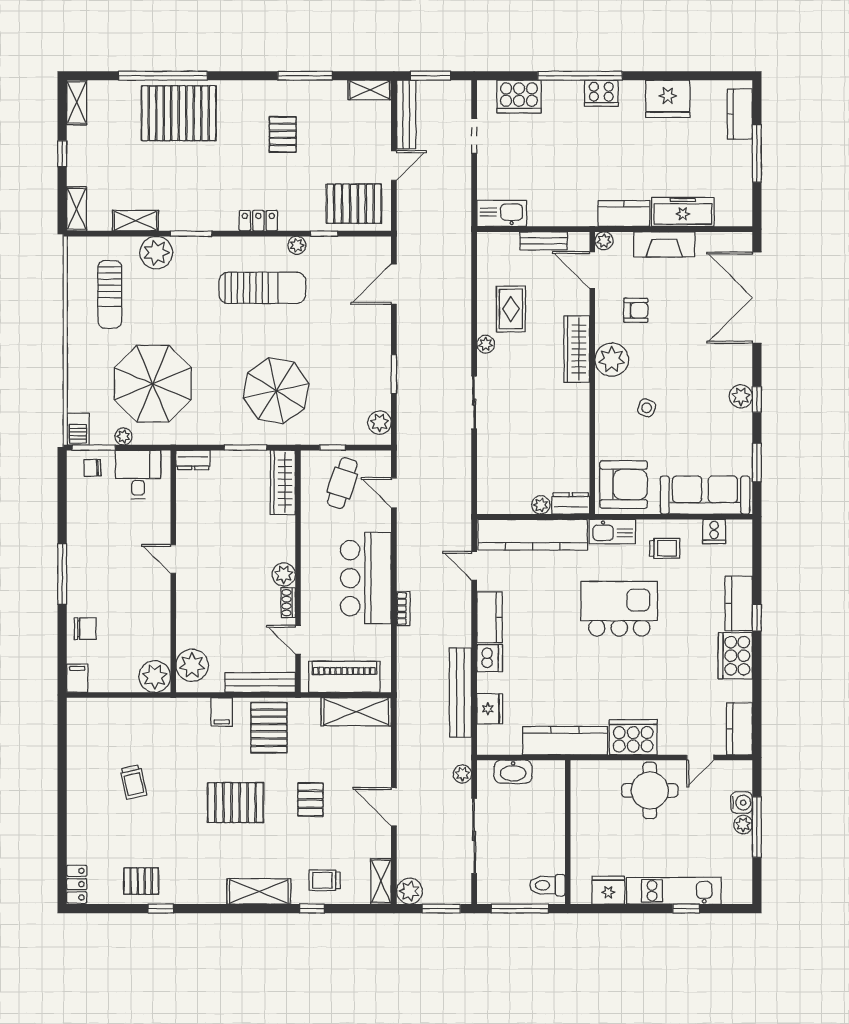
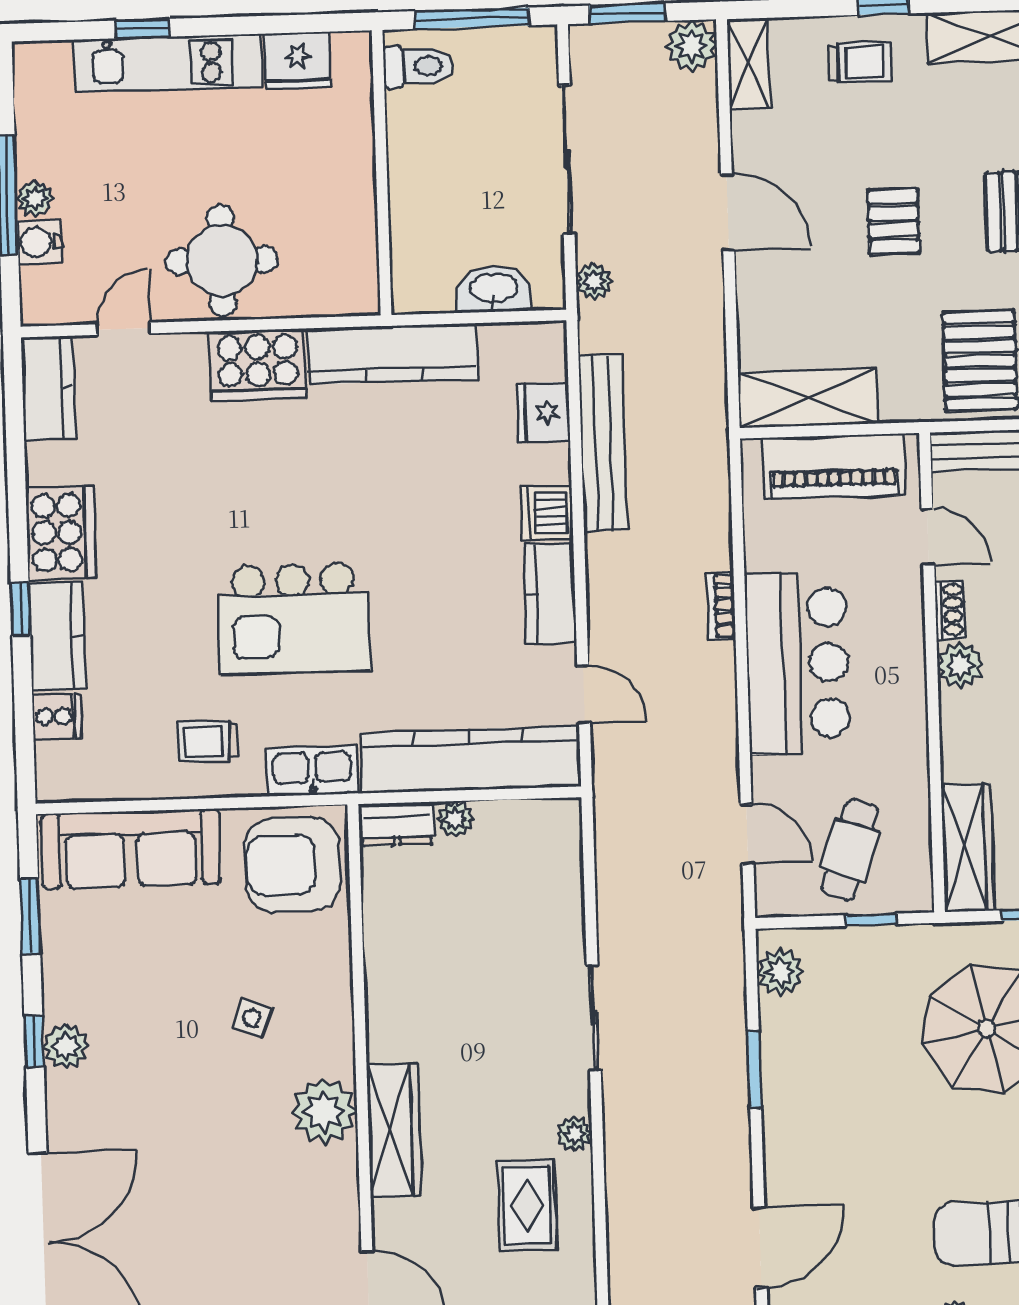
armchair: (636, 310) -> (279, 1211), removed
cooker: (714, 531) -> (57, 717), moved, turned 90

